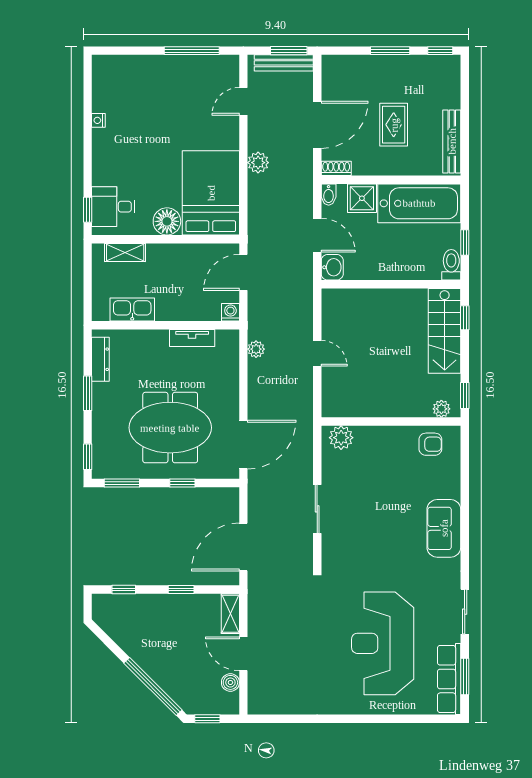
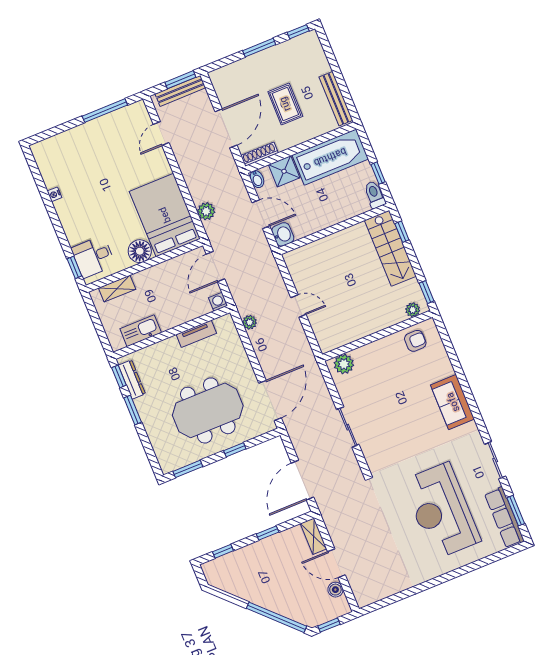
plant: (258, 163) -> (206, 211), moved
shoe rack: (336, 168) -> (259, 154), width x1.43
window: (88, 457) -> (119, 376), moved

